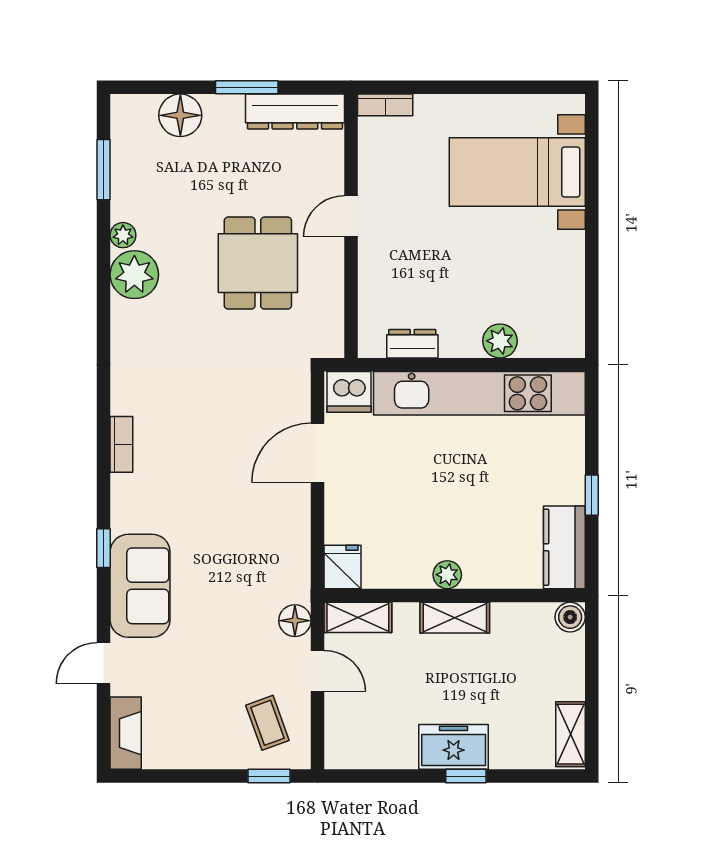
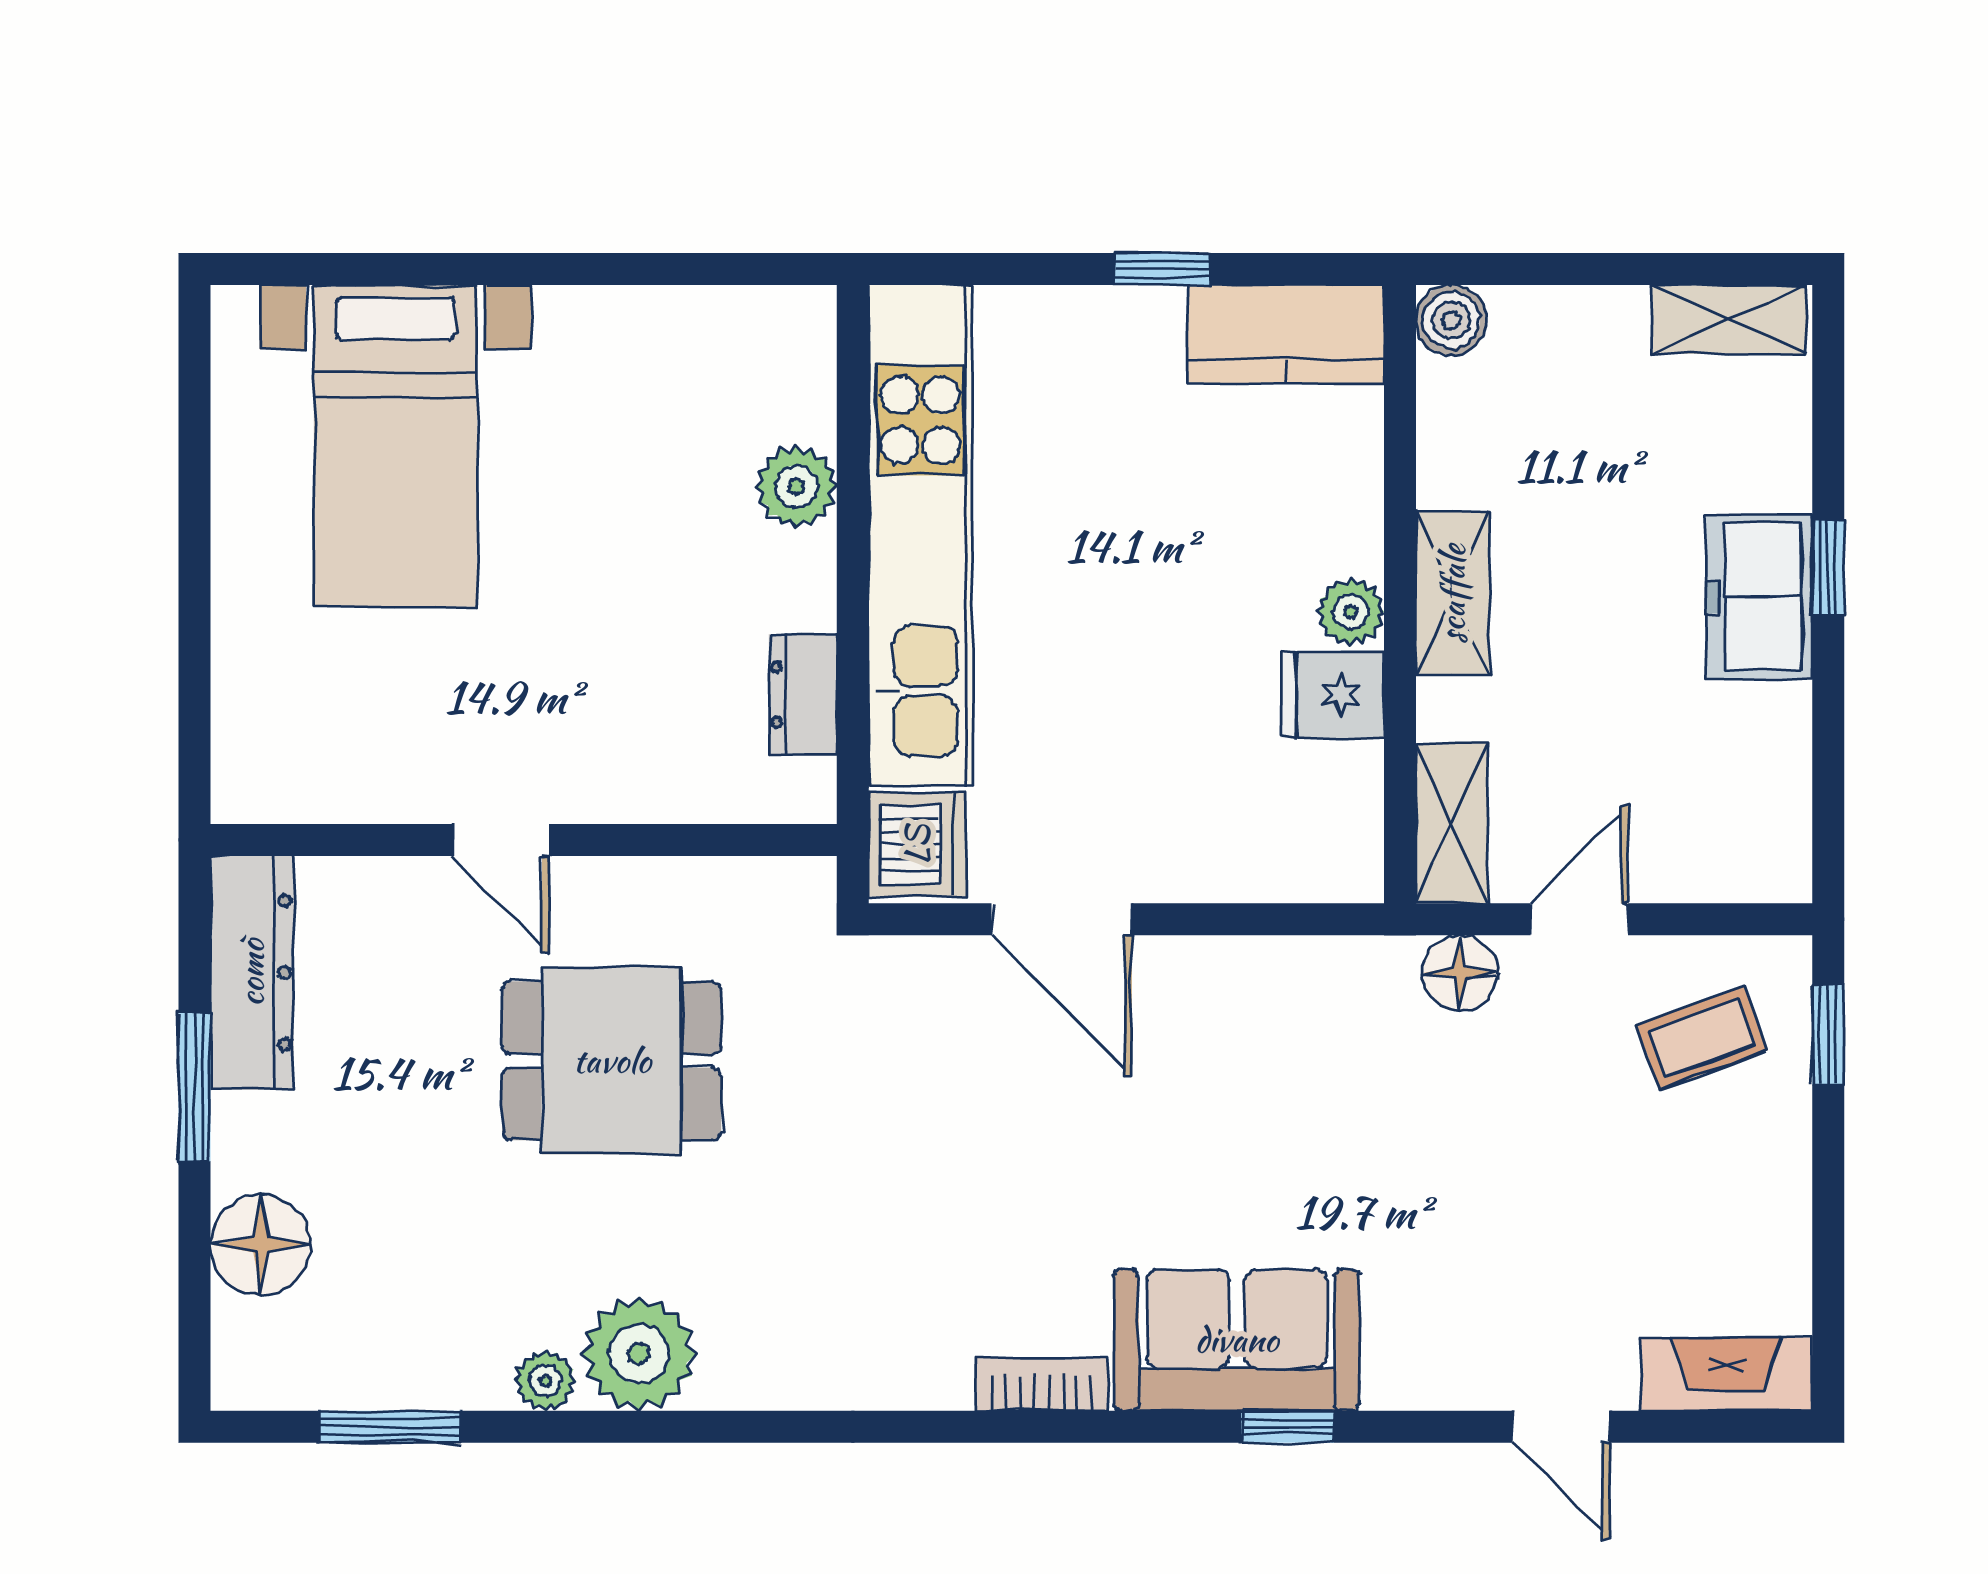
bookcase: (385, 105) -> (237, 759), removed
fridge: (342, 567) -> (1333, 695), moved
sofa: (140, 586) -> (1237, 1340), moved

